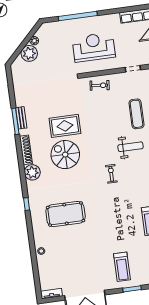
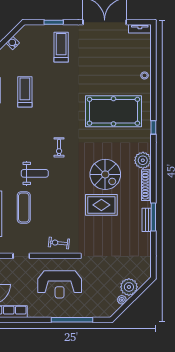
weight bench: (131, 147) -> (35, 173), turned 180
pool table: (66, 214) -> (113, 111), width x1.36, depth x1.32

